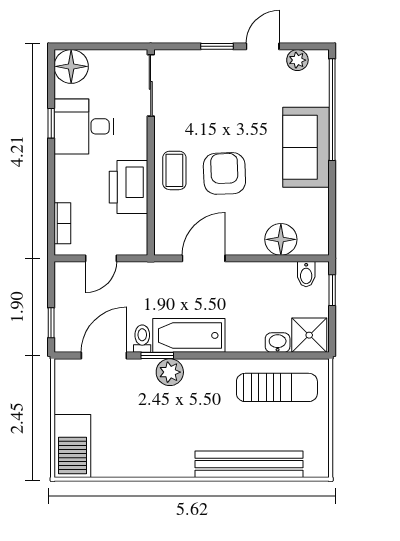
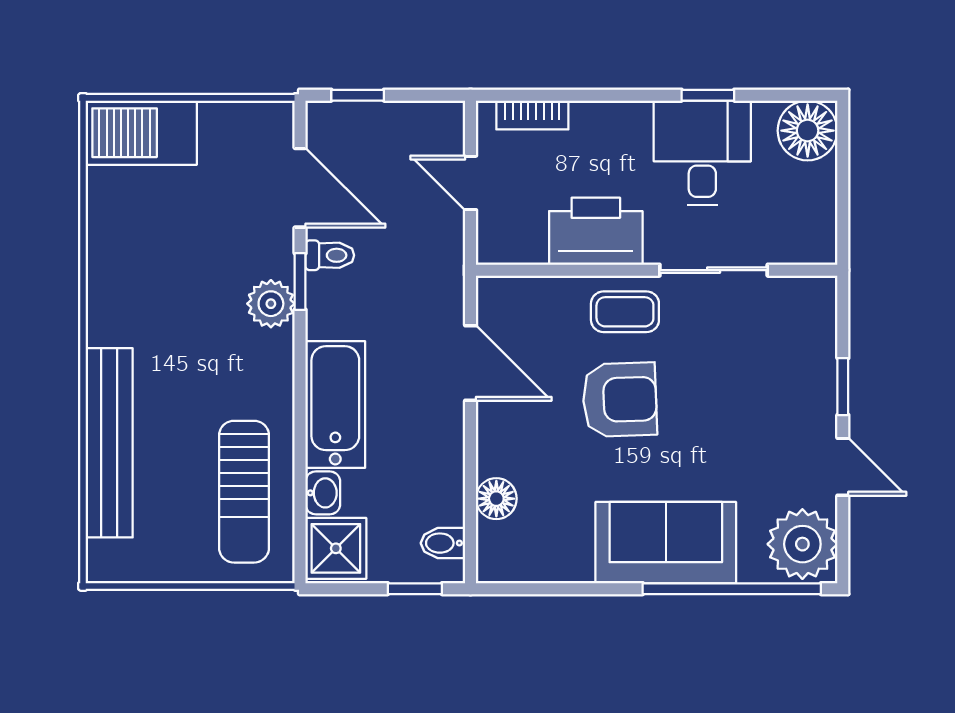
plant: (297, 60) -> (802, 544), width x1.88, depth x1.88
sliding door: (151, 85) -> (714, 270), moved
floor lamp: (281, 239) -> (496, 499), width x0.73, depth x0.73
bathtub: (189, 335) -> (335, 405), moved

